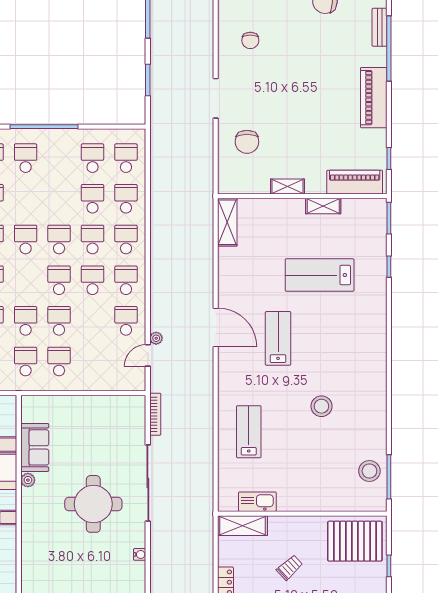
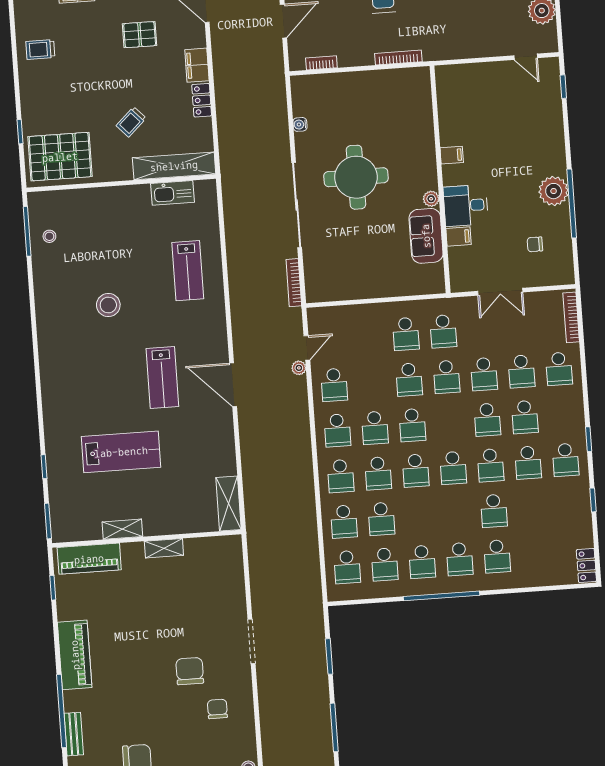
chair: (247, 142) -> (190, 671), moved
school desk: (59, 158) -> (422, 562), added
stool: (369, 471) -> (49, 236), width x0.53, depth x0.53
shelving: (243, 526) -> (174, 166), width x1.47

